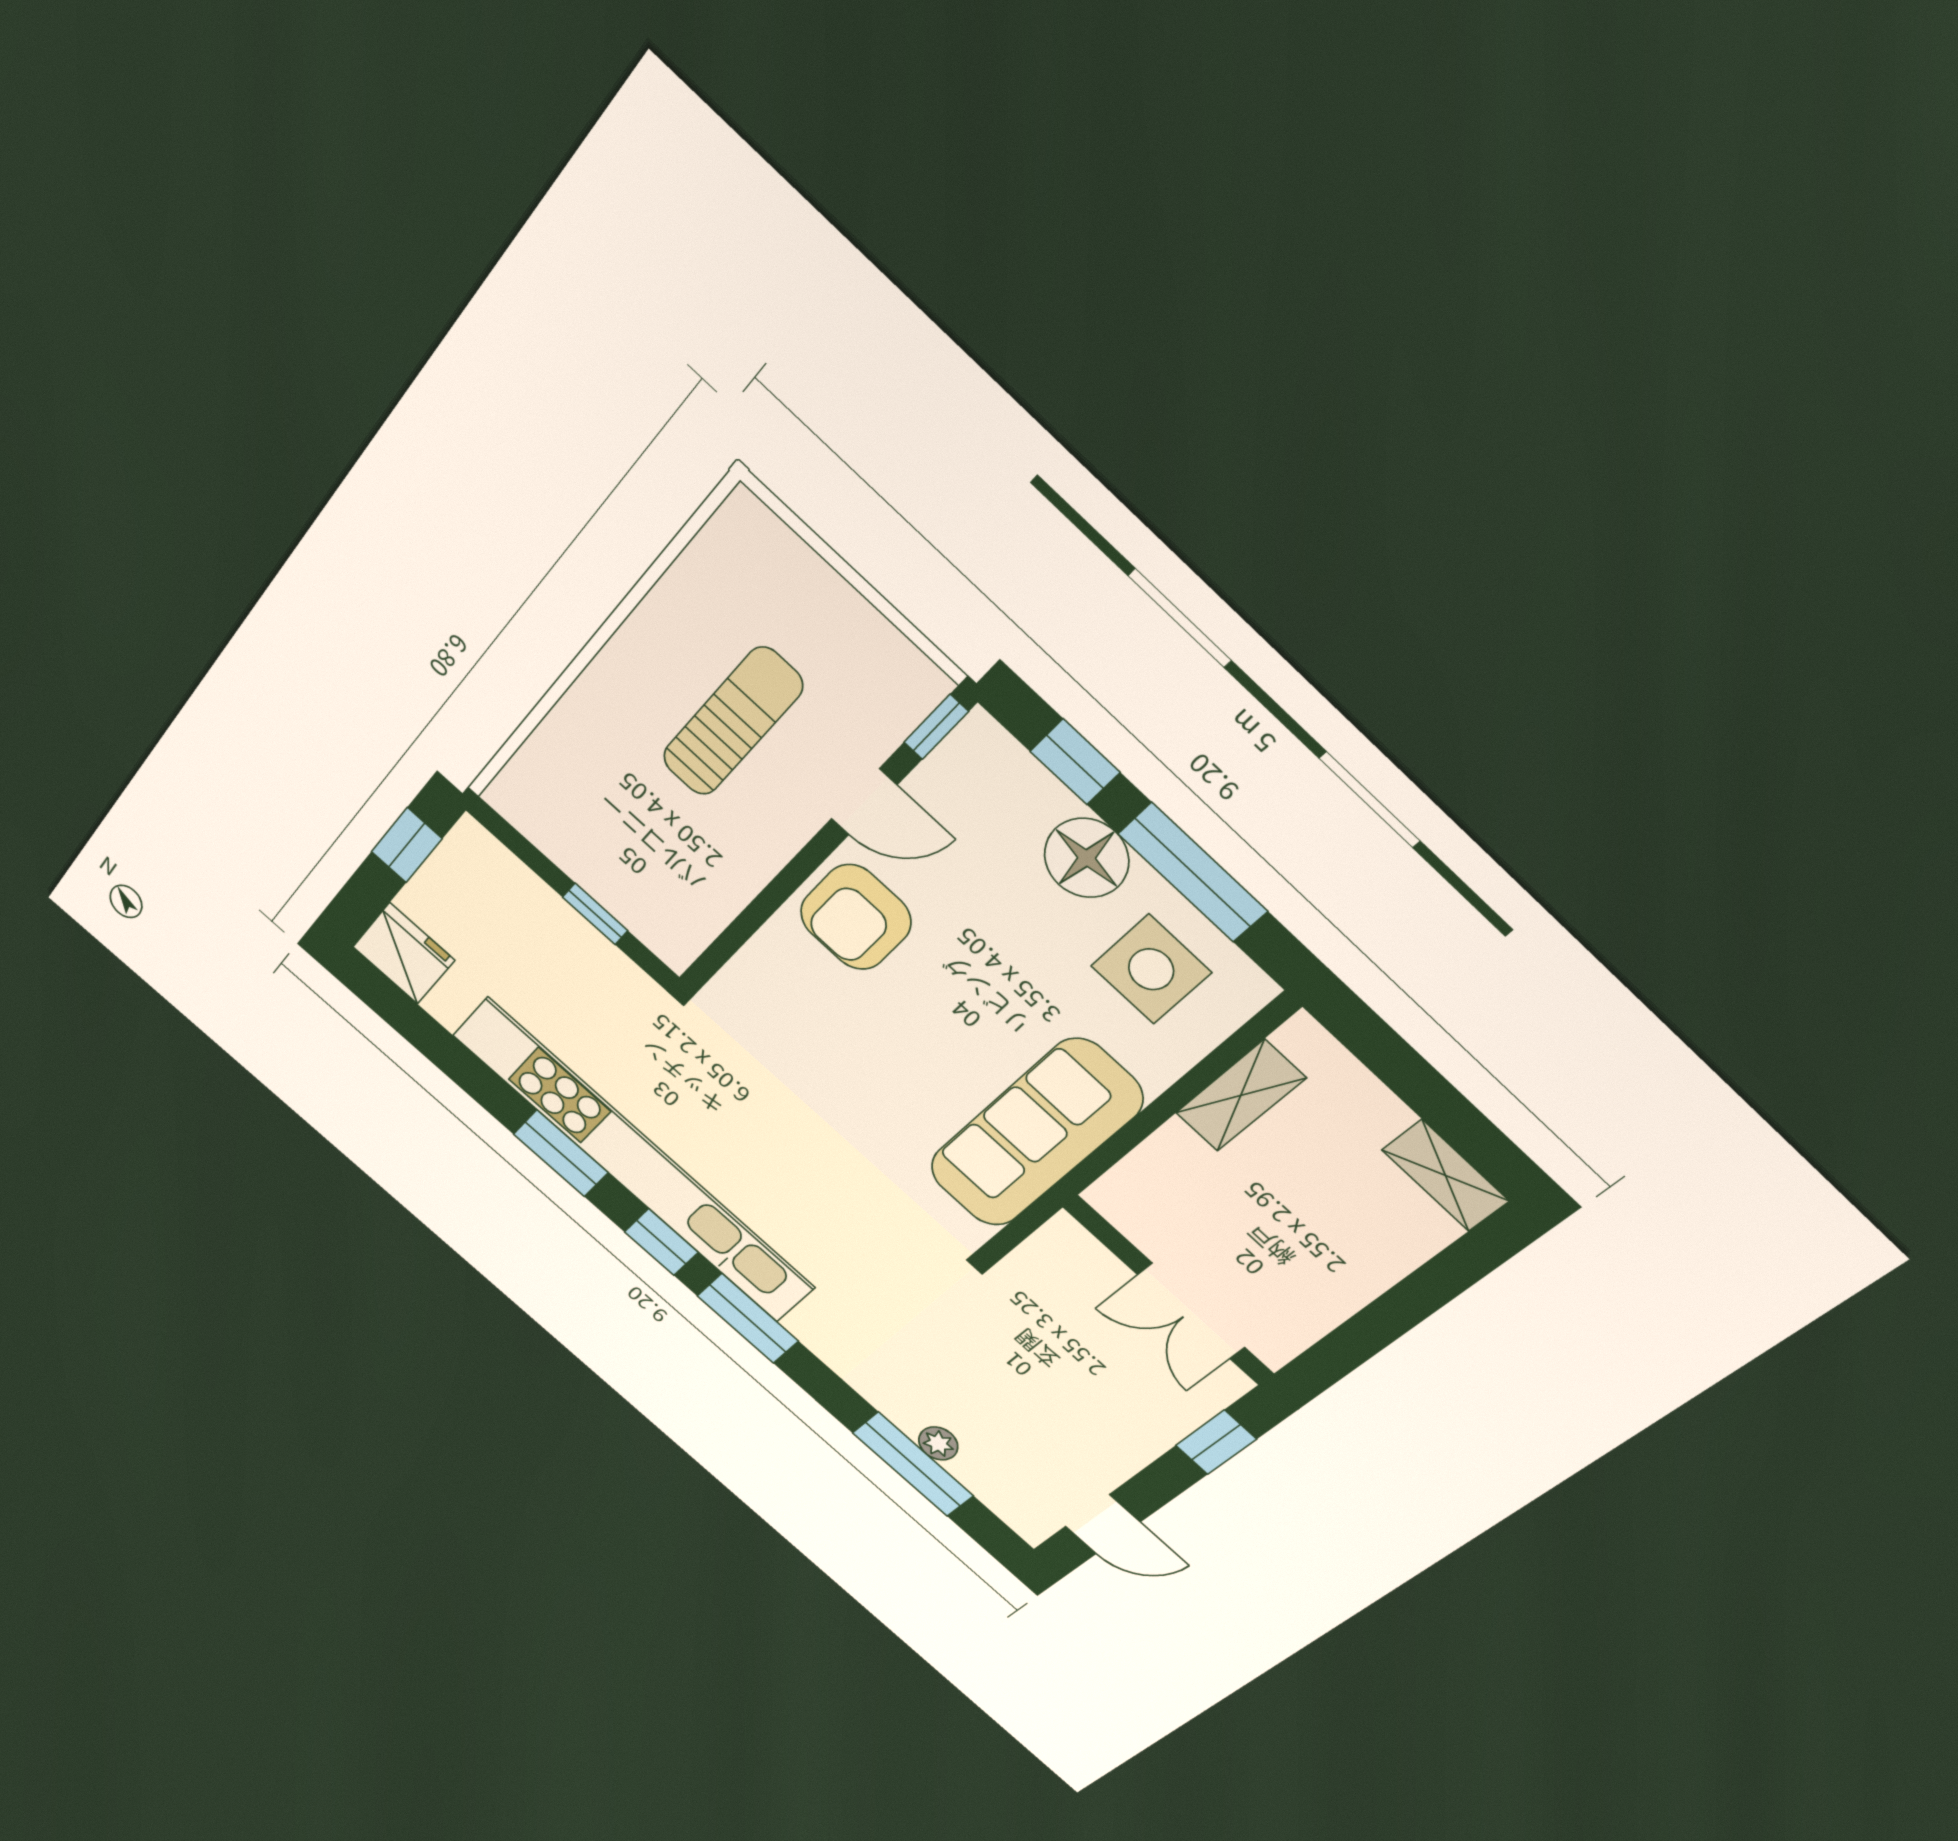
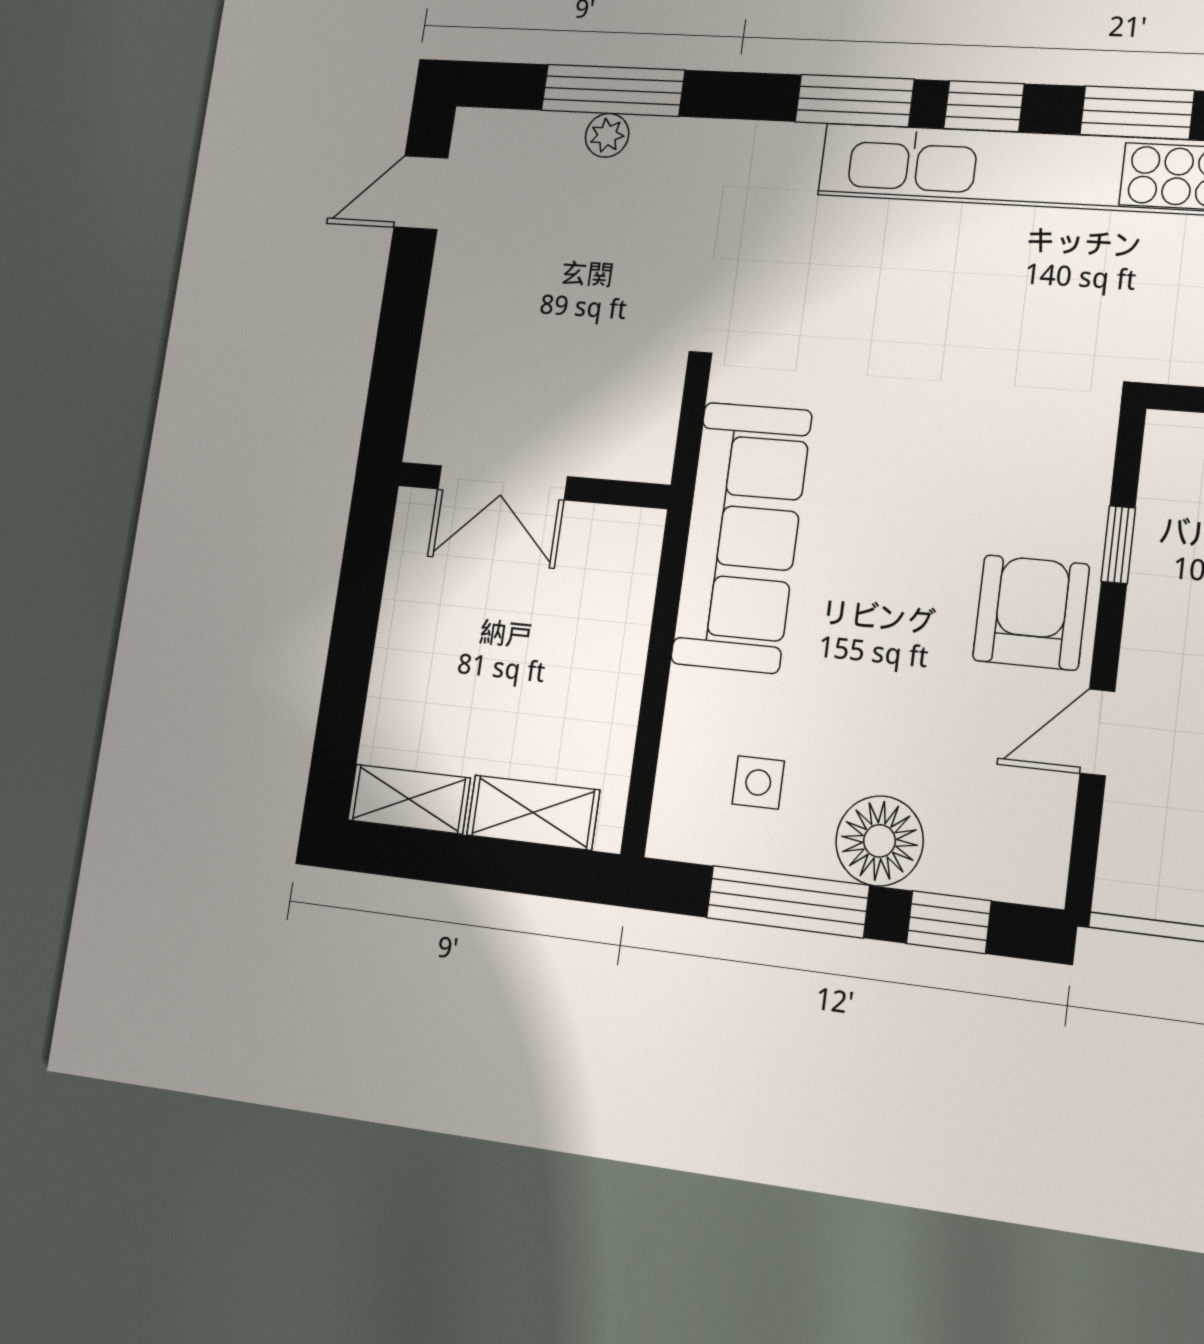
window: (936, 727) -> (1118, 545), moved
side table: (1151, 969) -> (758, 782), width x0.54, depth x0.54
shelving: (1241, 1096) -> (533, 813), moved, turned 90
double door: (1191, 1311) -> (502, 483), swing flipped
window: (1216, 1442) -> (394, 371), removed

